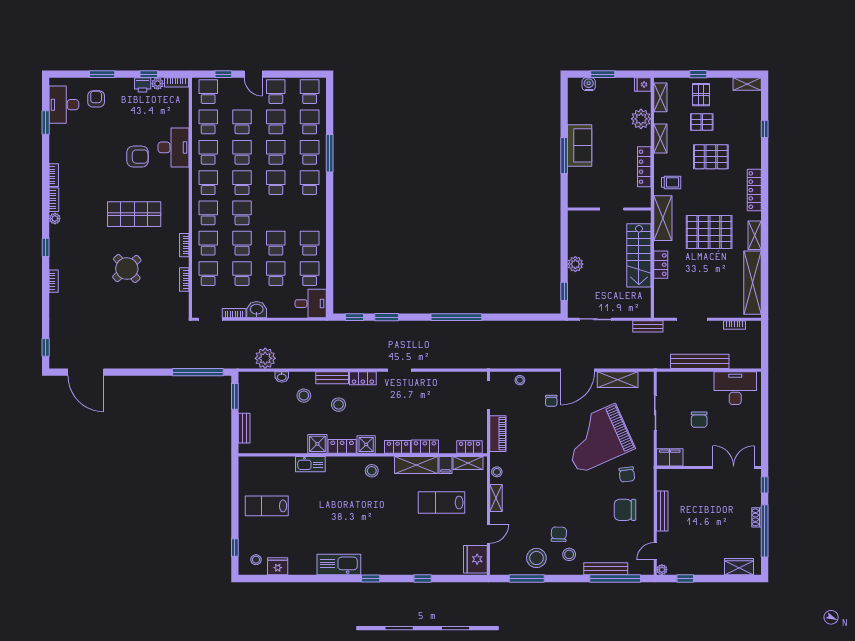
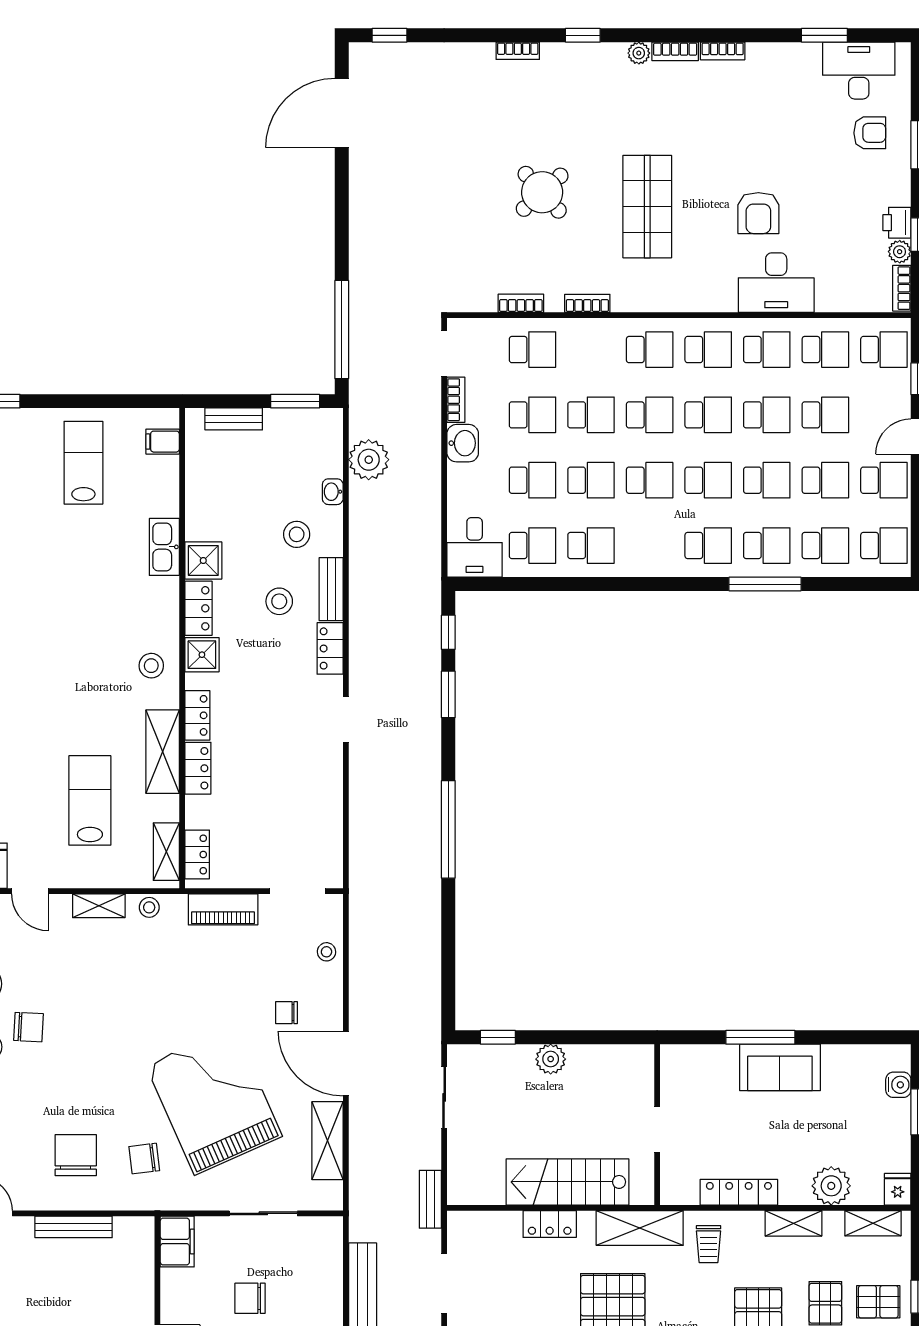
school desk: (208, 243) -> (650, 480), moved
filing cabinet: (446, 465) -> (163, 442), moved

